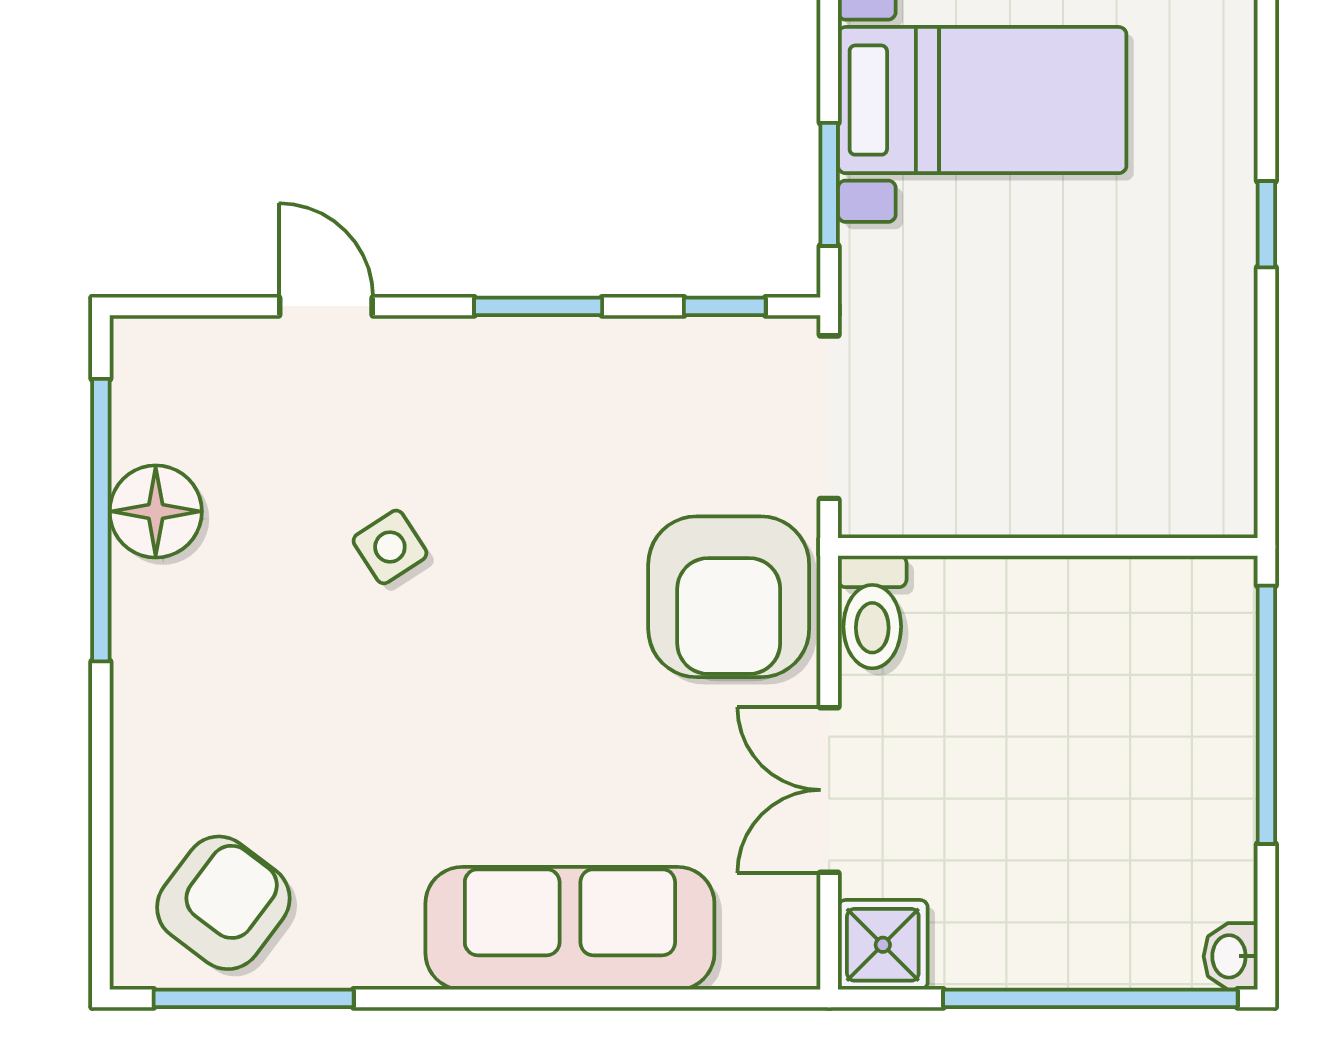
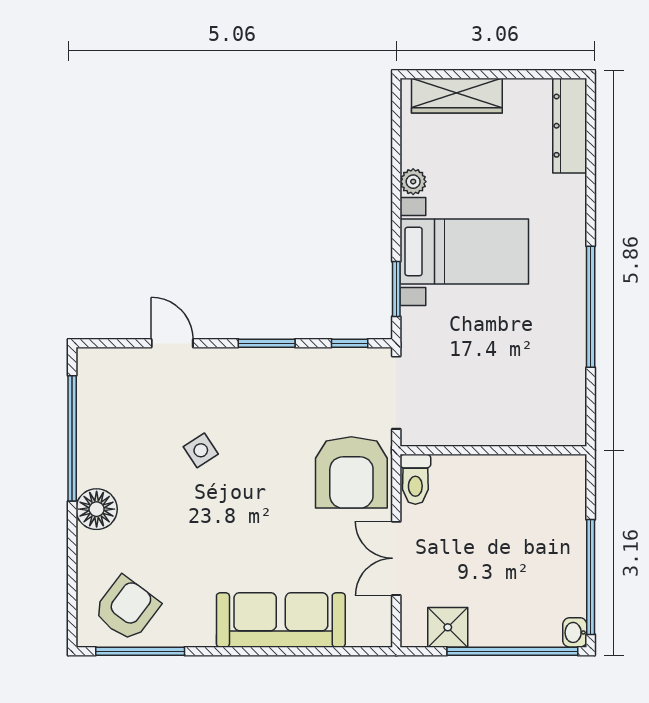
window: (1266, 224) -> (591, 307), width x3.17
floor lamp: (156, 511) -> (97, 509), moved
window: (1266, 715) -> (591, 577), moved
shower: (883, 945) -> (448, 627), moved

